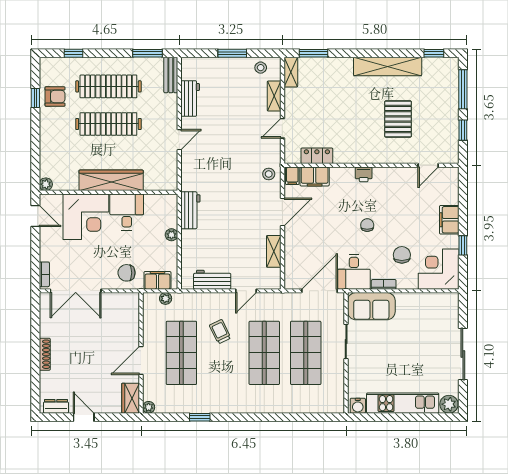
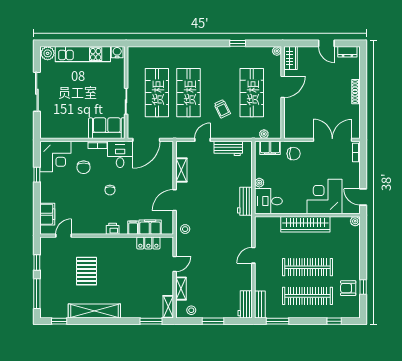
workbench: (190, 99) -> (245, 304), moved
filing cabinet: (292, 176) -> (133, 228), moved
desk: (127, 212) -> (268, 201), moved, turned 90
filing cabinet: (449, 220) -> (47, 214), moved

